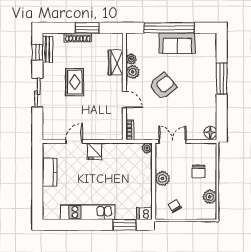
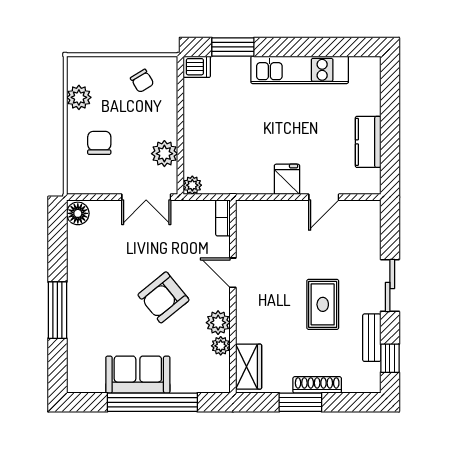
bench: (47, 49) -> (372, 338), moved
wardrobe: (116, 62) -> (249, 367), moved
plant: (162, 178) -> (164, 154), moved

